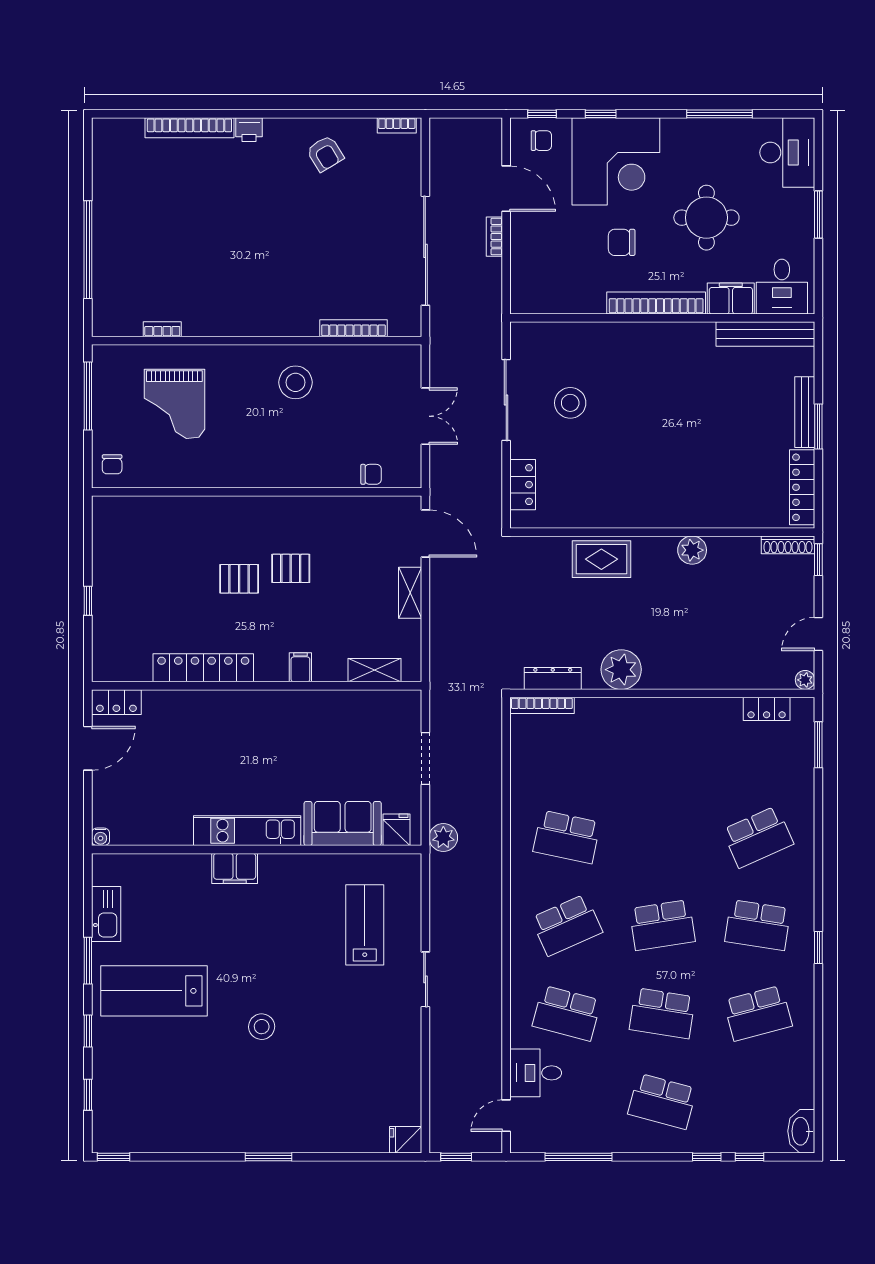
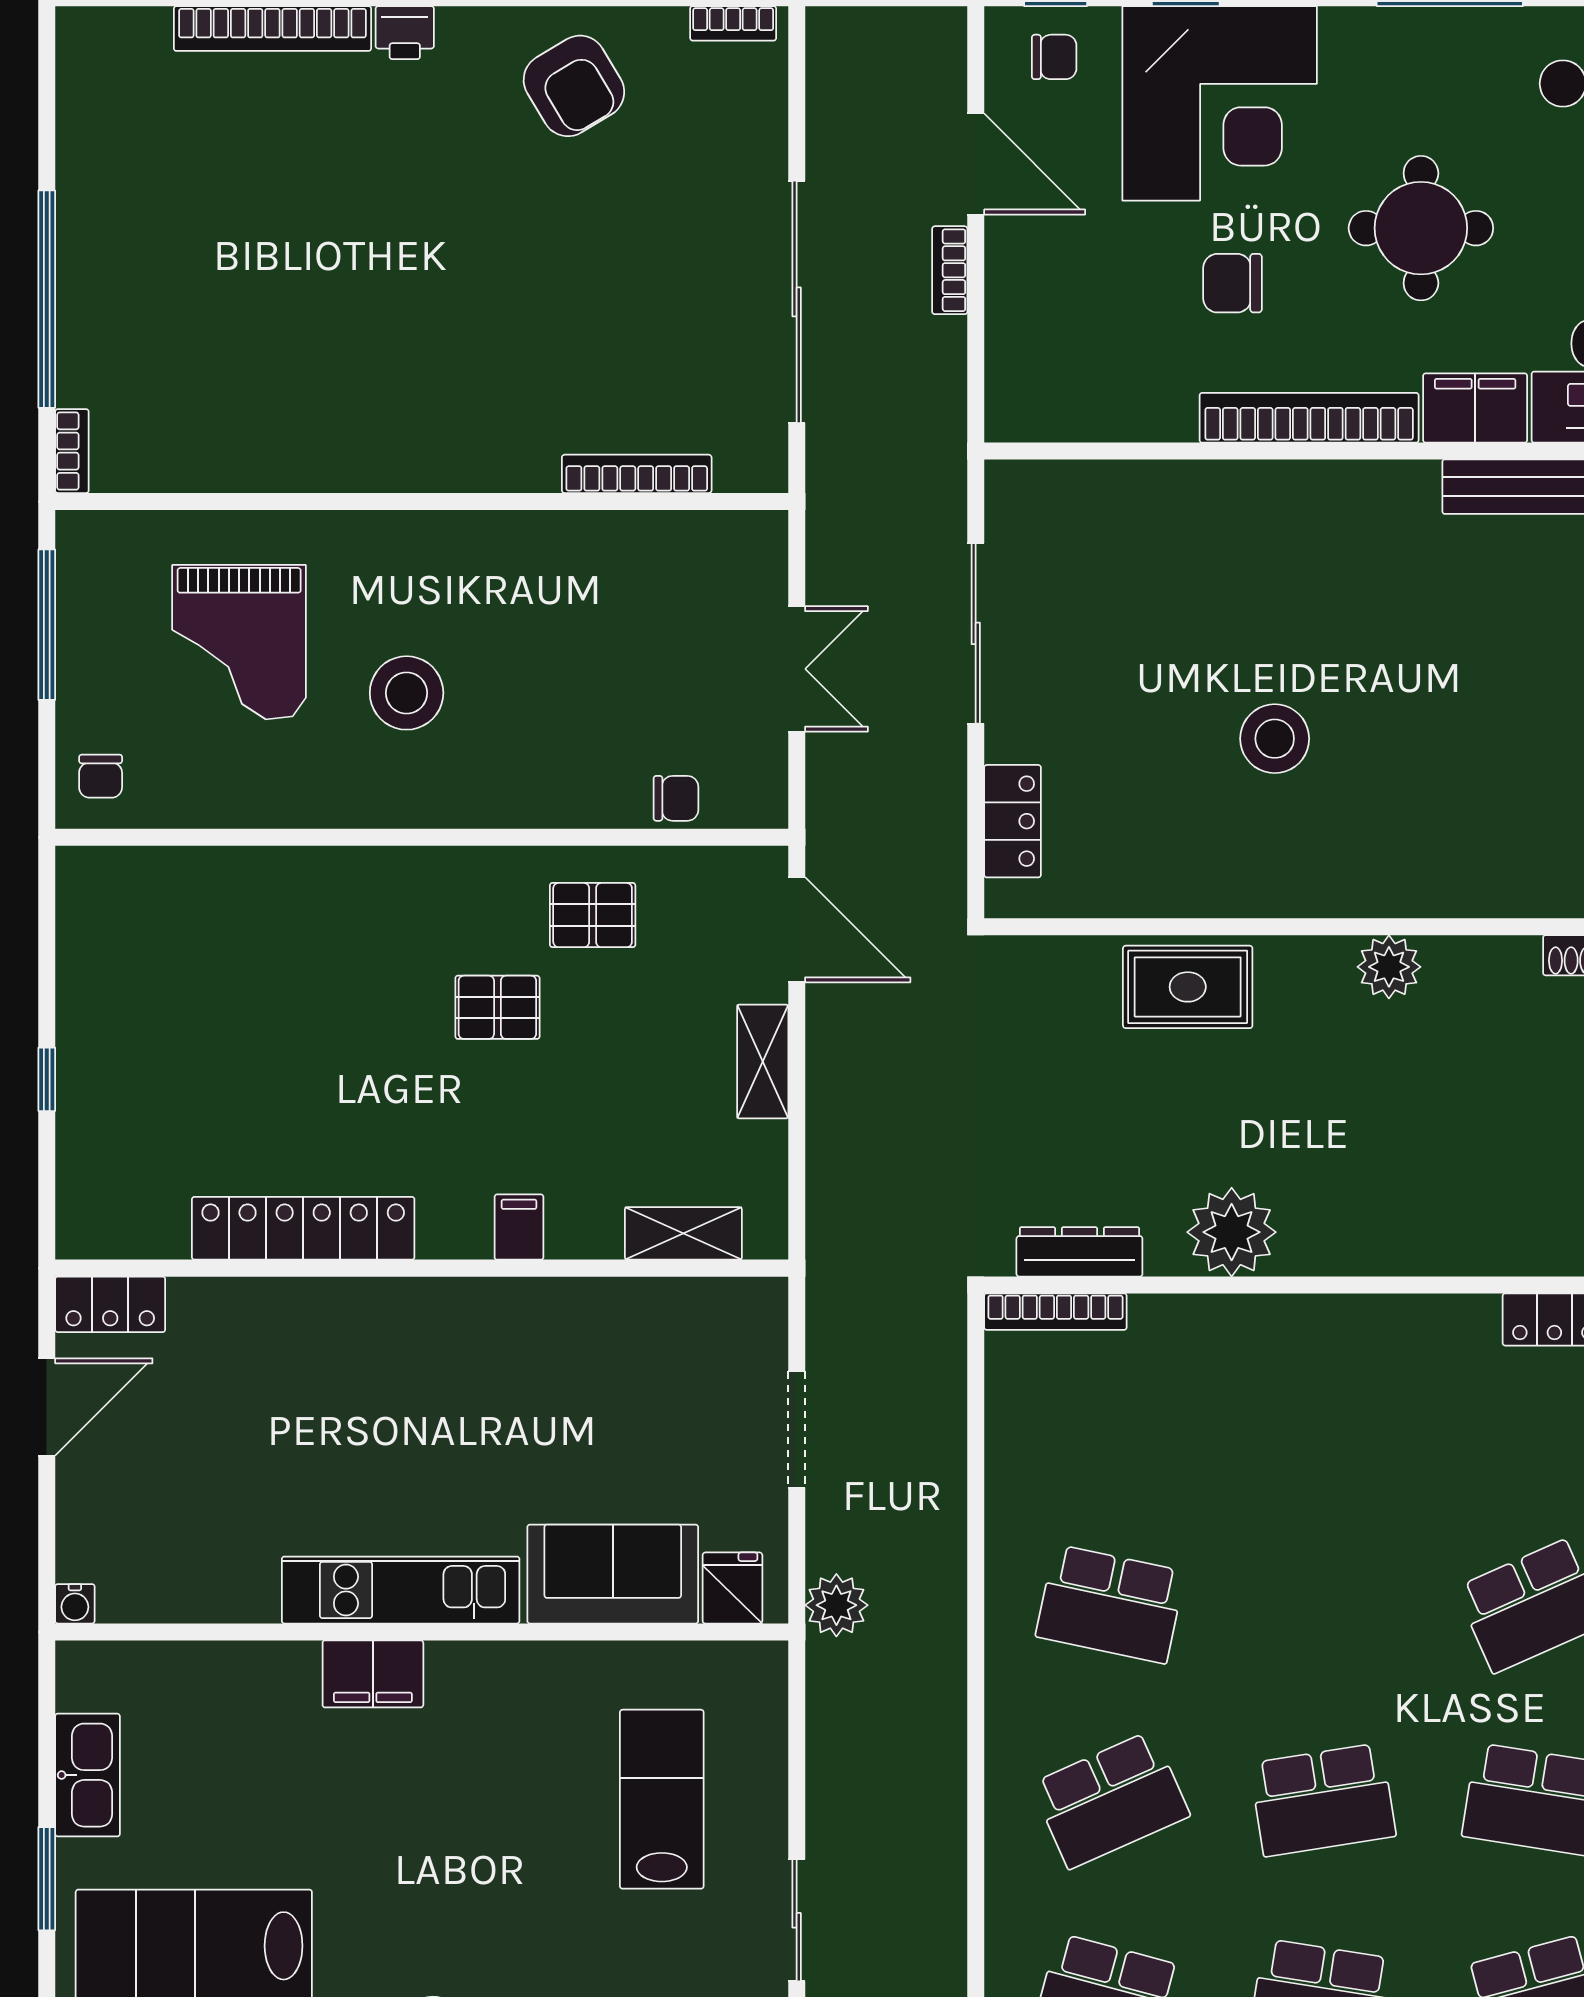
armchair: (325, 154) -> (574, 86), width x1.38, depth x1.38
bookcase: (162, 329) -> (72, 451), moved, turned 90
stool: (296, 382) -> (407, 693), moved
stool: (570, 403) -> (1275, 739), moved
pallet: (239, 579) -> (593, 915), moved

